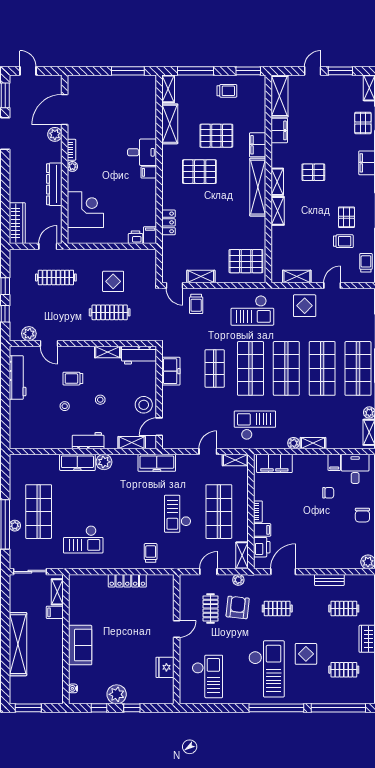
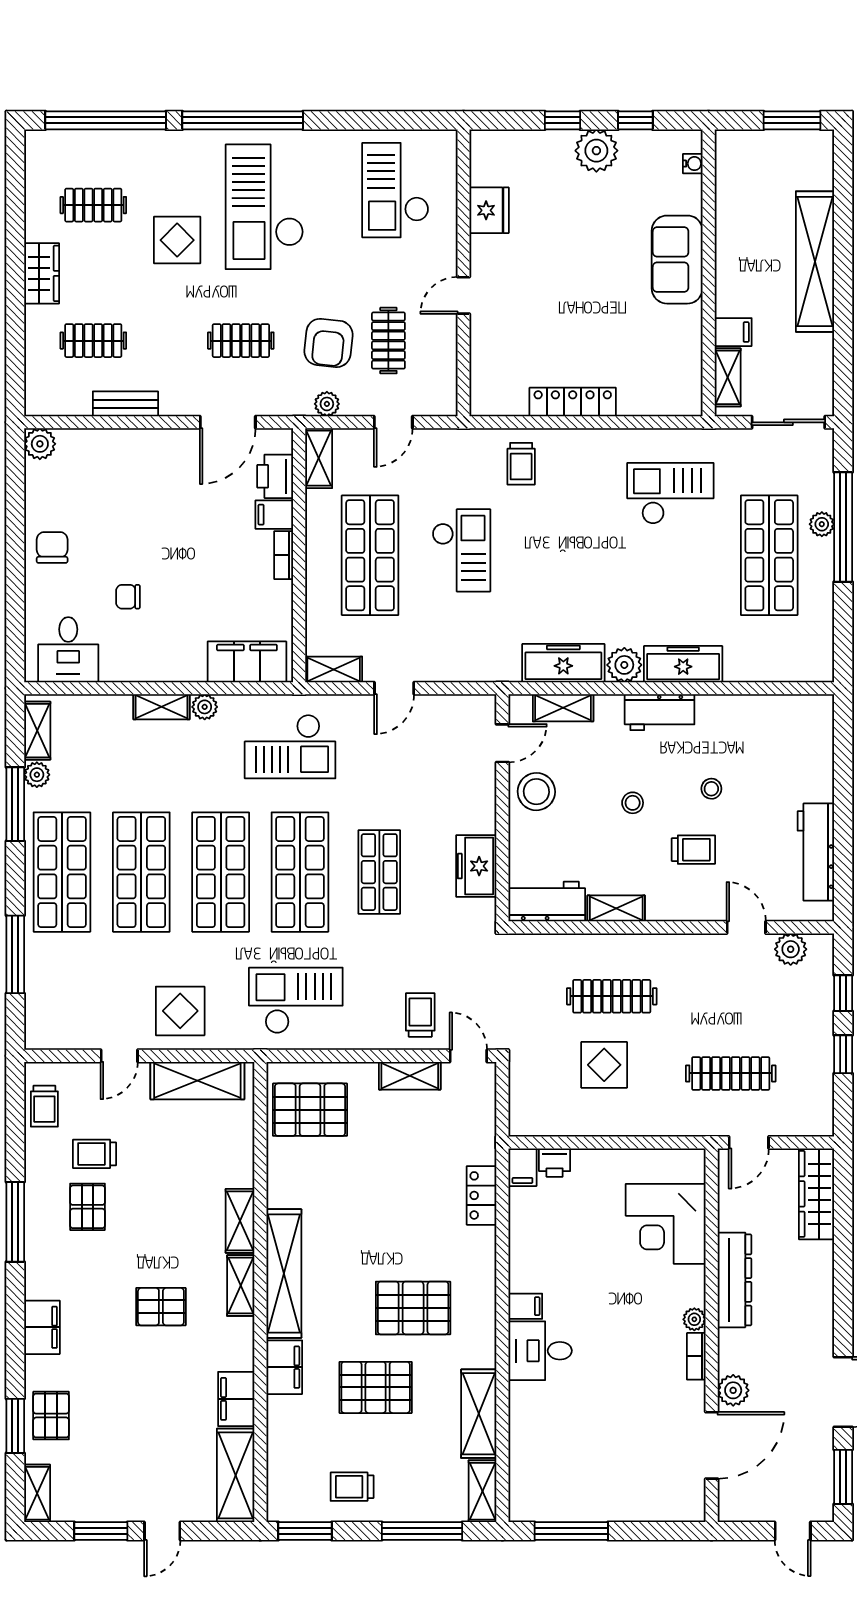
shelving: (297, 276) -> (197, 1081), width x1.50, depth x1.33
filing cabinet: (334, 462) -> (114, 664), removed
freezer: (157, 463) -> (563, 663), moved

